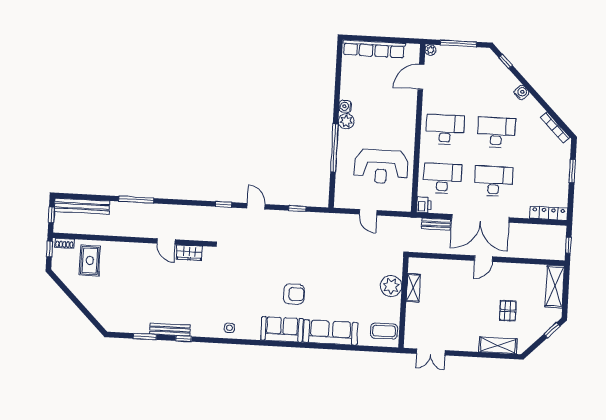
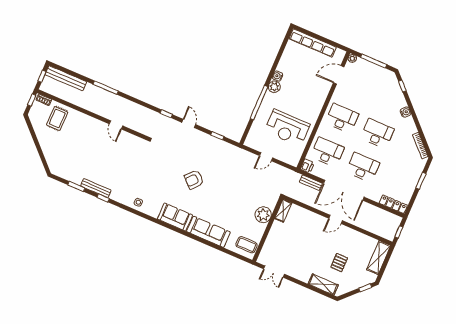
door: (368, 212) -> (266, 157), hinge flipped
wardrobe: (189, 253) -> (129, 139), removed
shelving: (413, 288) -> (283, 211), moved
armchair: (294, 294) -> (194, 180), moved, turned 133

